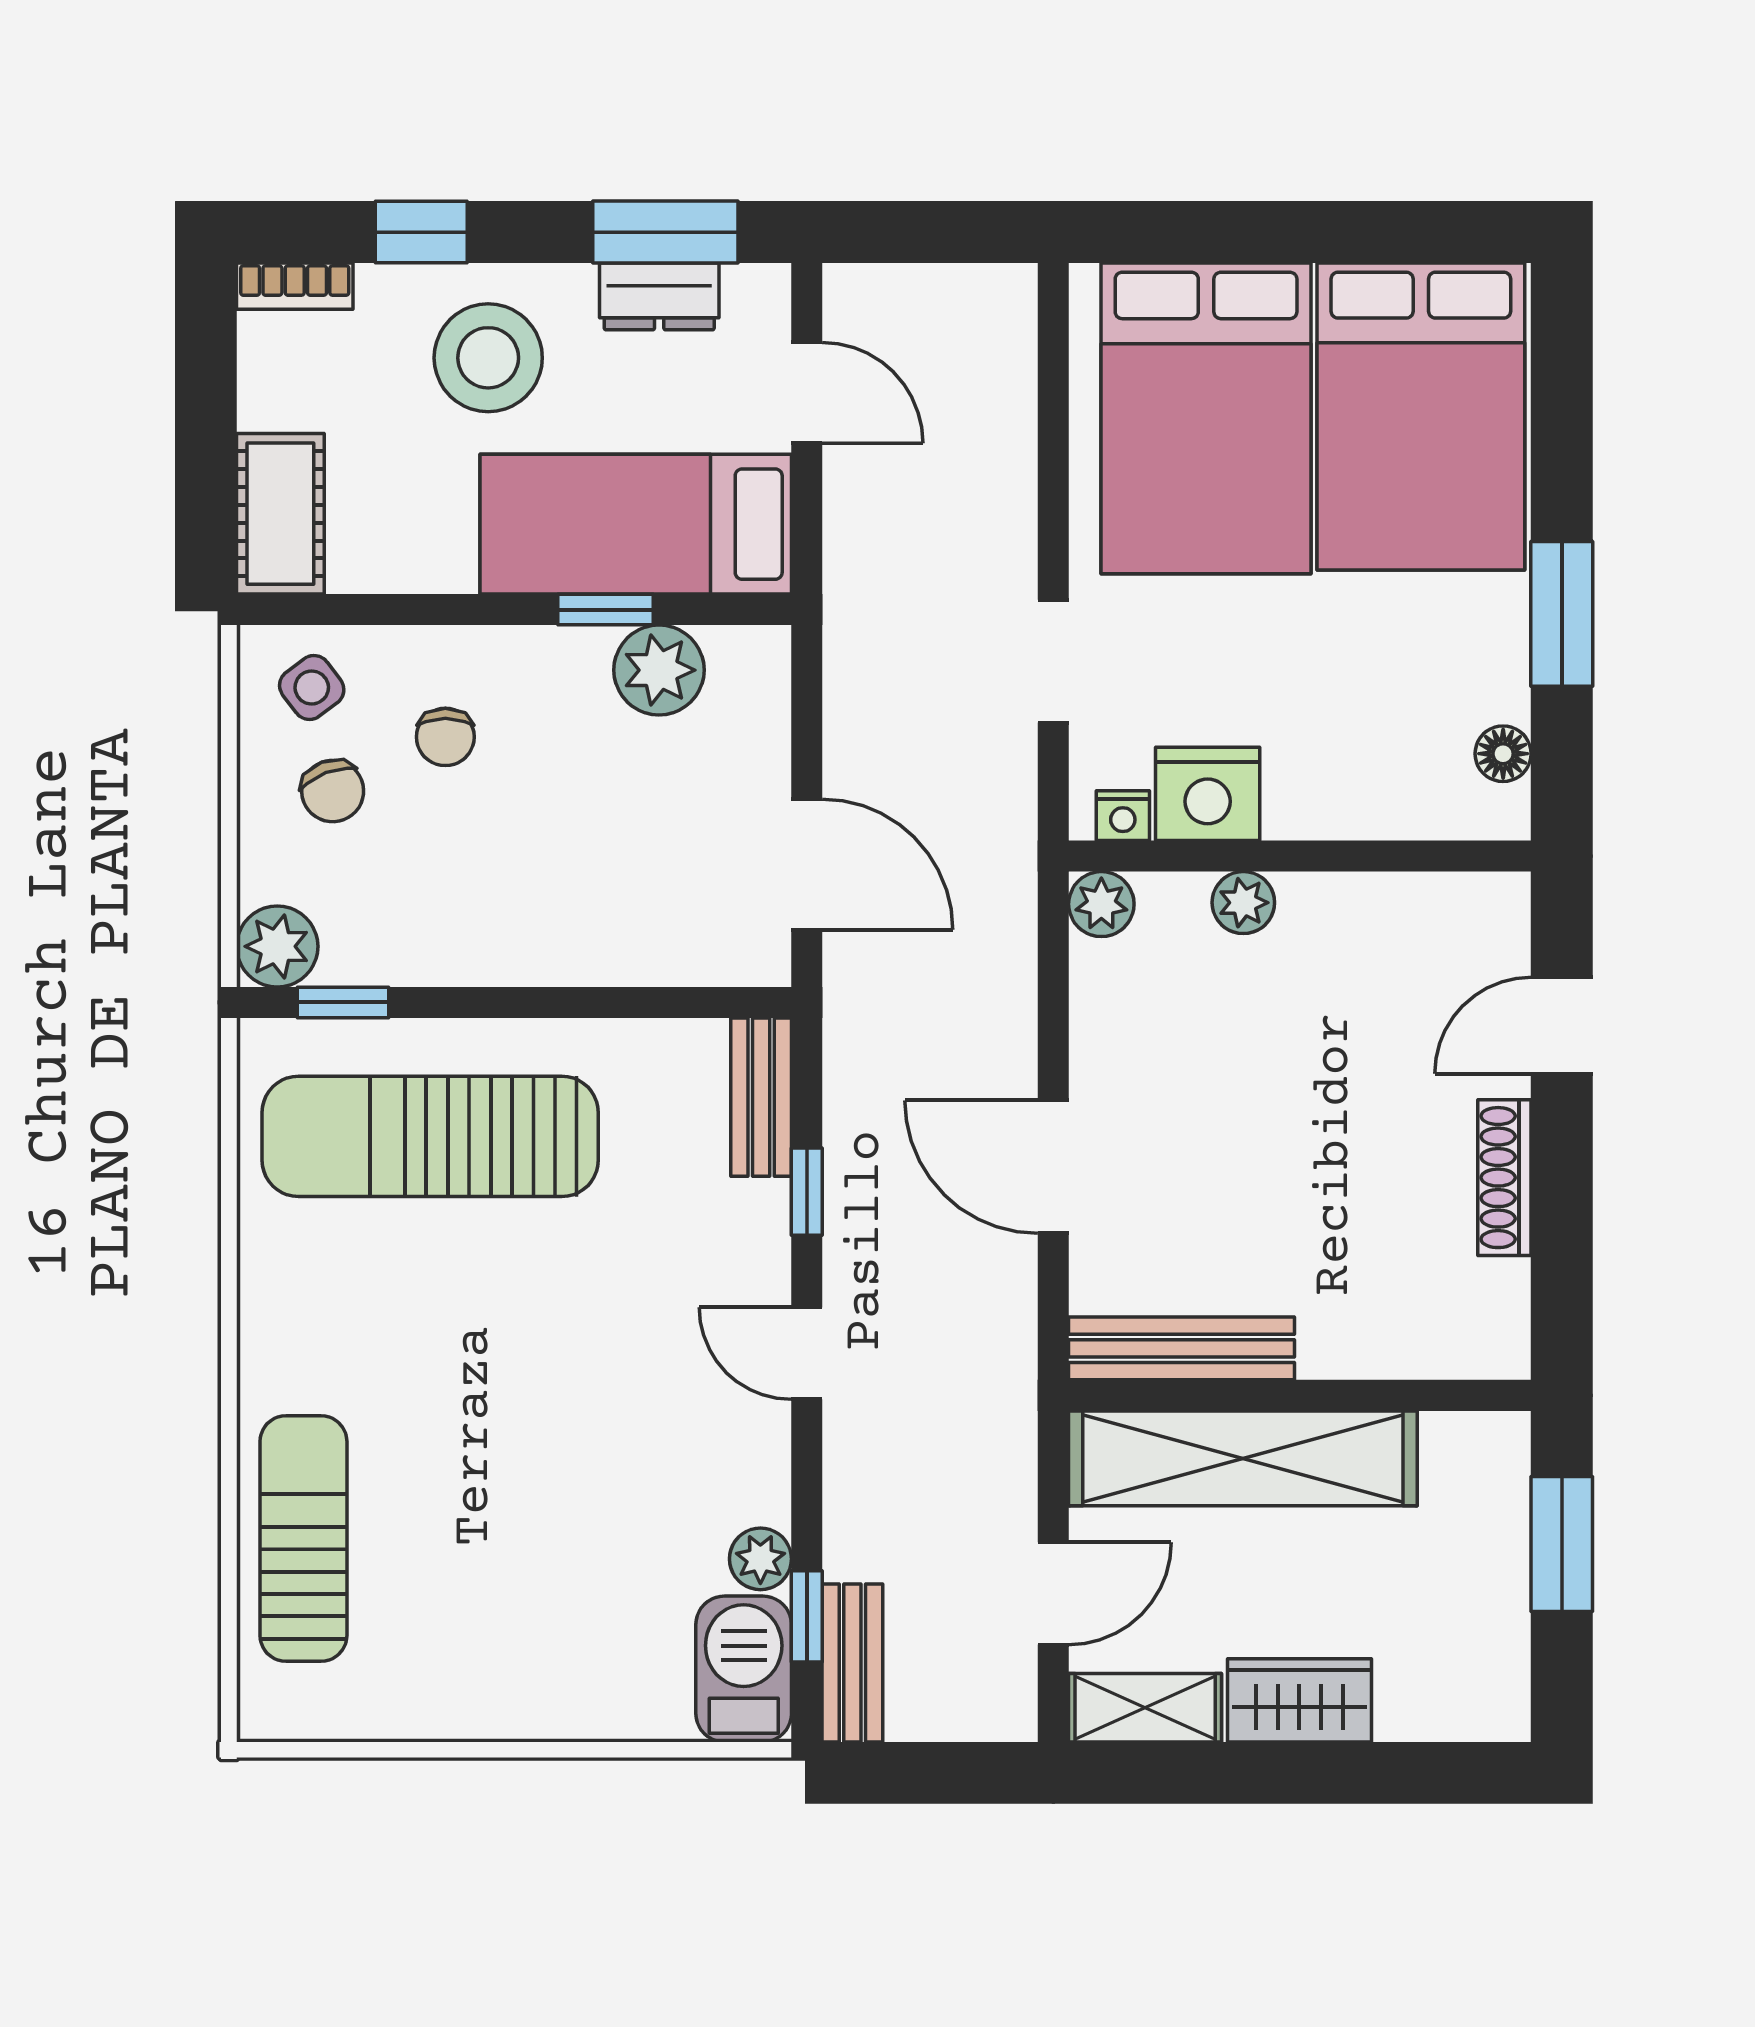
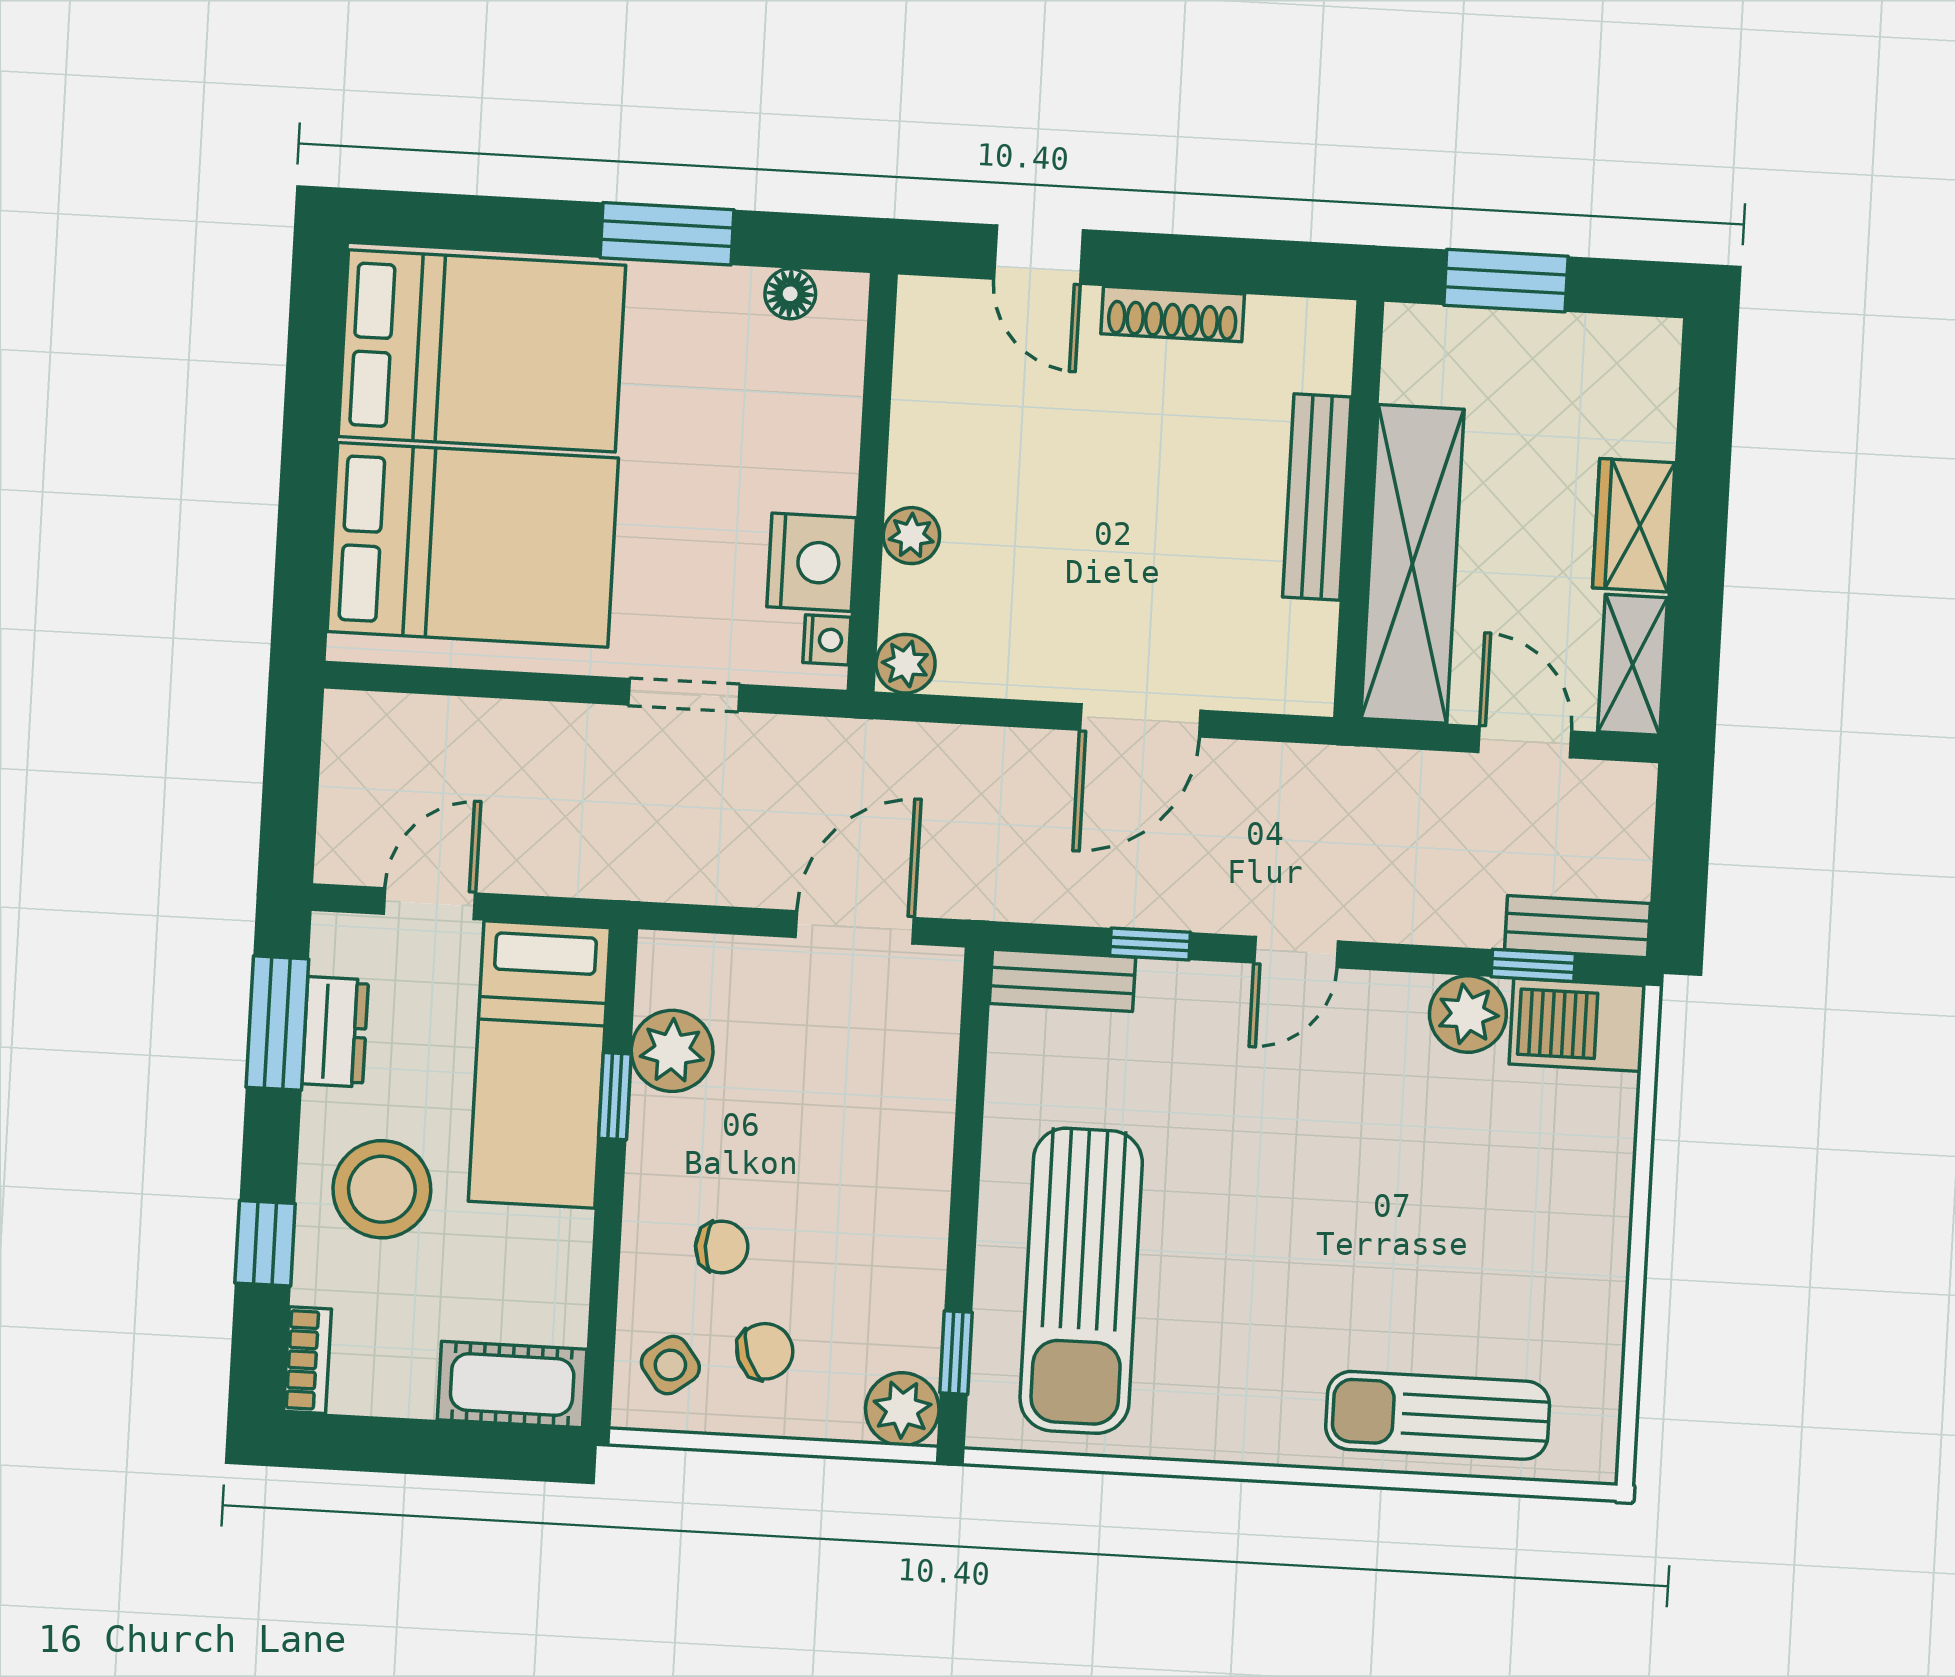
bench: (1182, 1348) -> (1317, 497), moved
plant: (760, 1559) -> (1468, 1014), width x1.38, depth x1.38

